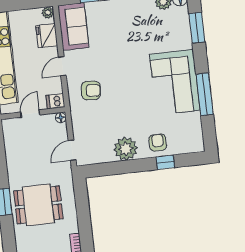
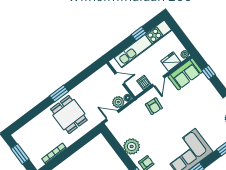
door: (62, 66) -> (158, 81), swing flipped
dishwasher: (55, 101) -> (144, 83), moved
plant: (59, 133) -> (118, 102), added

